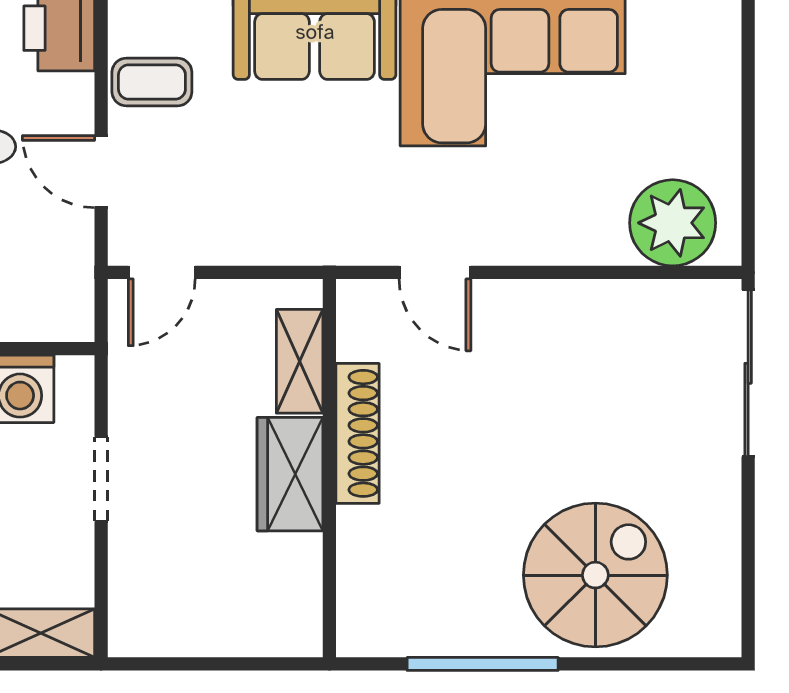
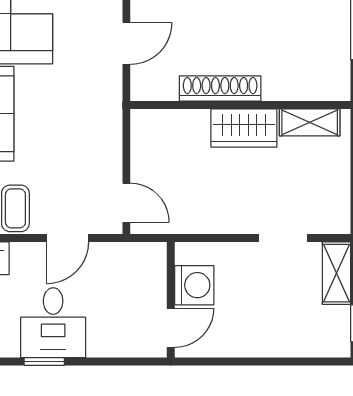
shelving: (300, 361) -> (310, 122), moved
doorway: (101, 479) -> (283, 238), moved

